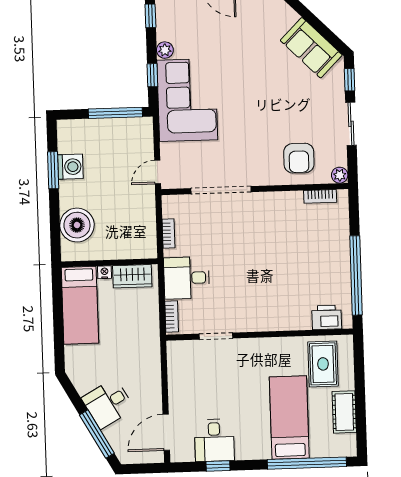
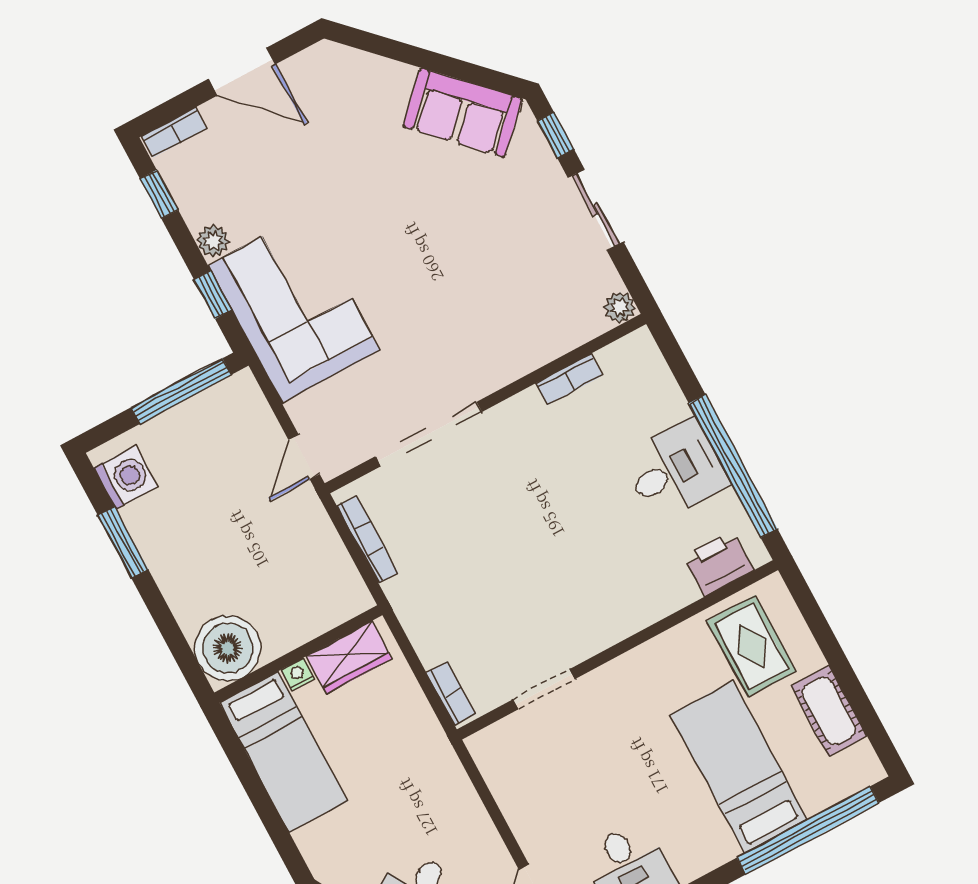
armchair: (299, 158) -> (535, 313), removed
washing machine: (70, 167) -> (126, 477), moved
bookcase: (320, 196) -> (569, 379), moved
boiler: (77, 225) -> (228, 648), moved
bookcase: (168, 233) -> (368, 539), width x1.56
desk: (187, 278) -> (676, 470), moved, turned 180

